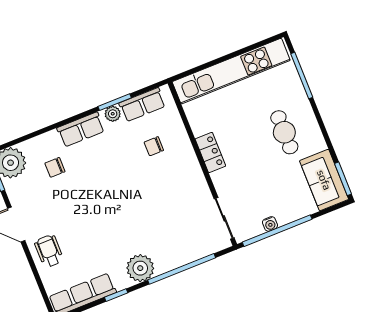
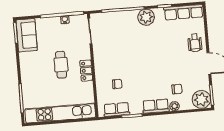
plant: (113, 114) -> (175, 106), moved
cafe table: (284, 132) -> (61, 65), moved

